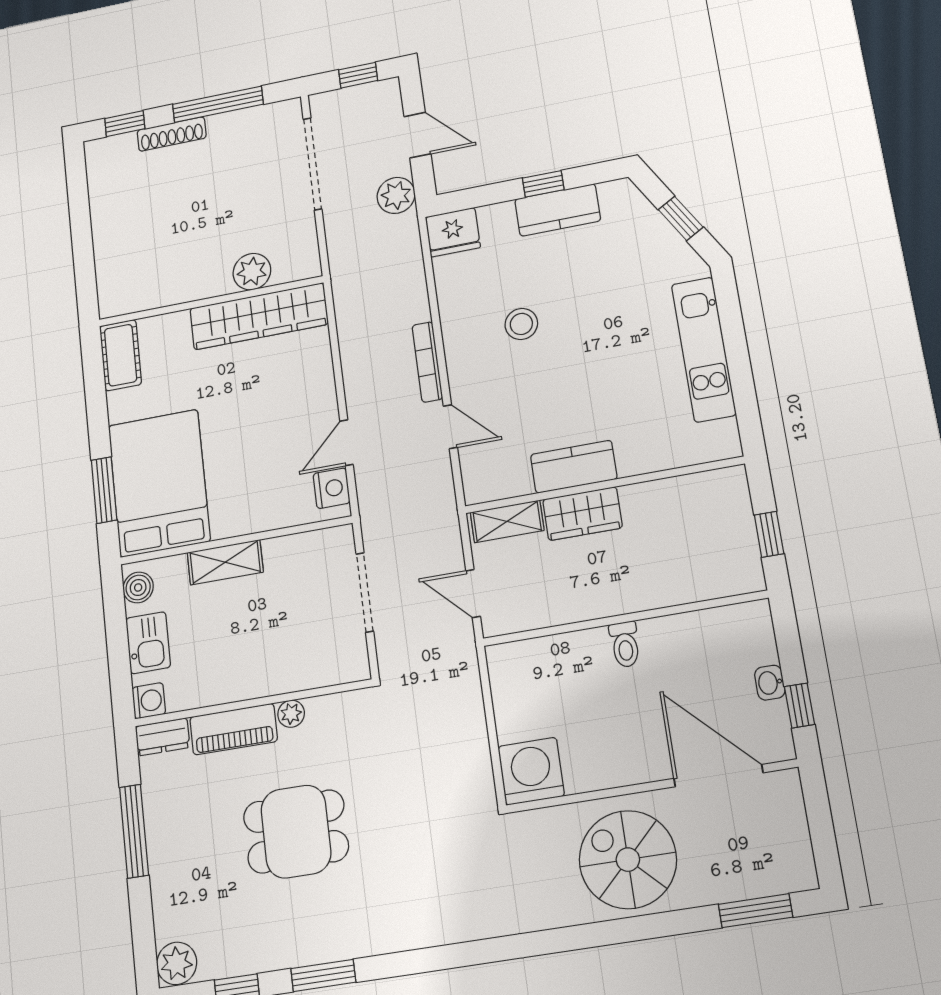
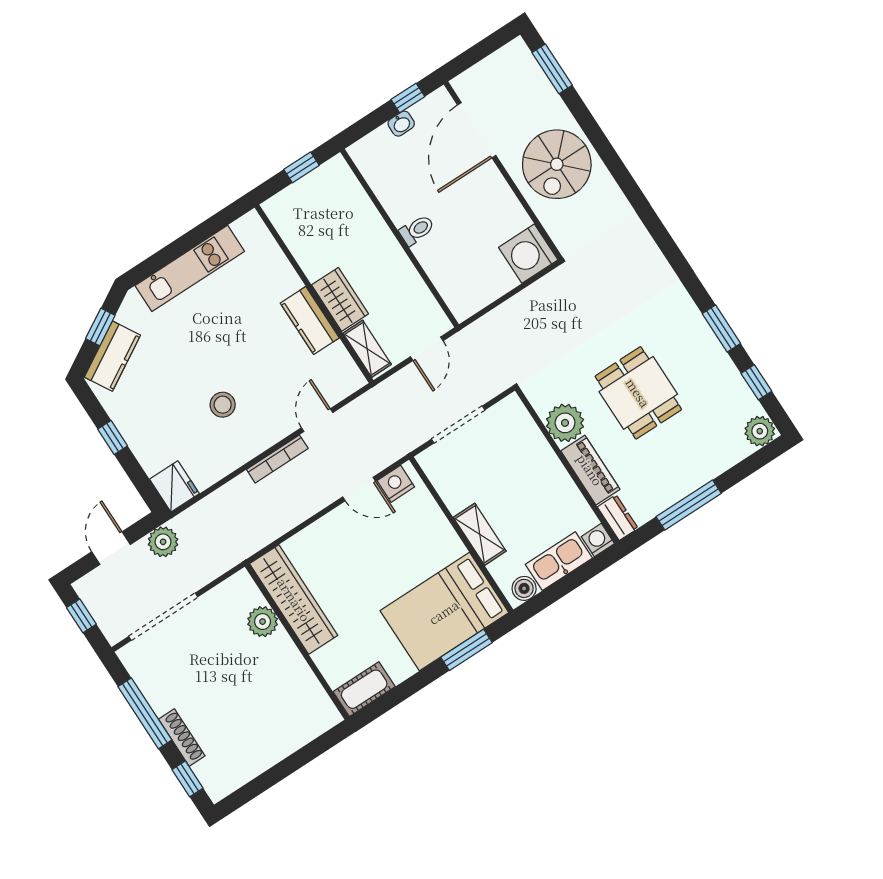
kitchen counter: (558, 210) -> (112, 356), moved, turned 60
kitchen sink: (148, 643) -> (559, 561), width x1.38
plant: (291, 714) -> (565, 423), width x1.88, depth x1.88

